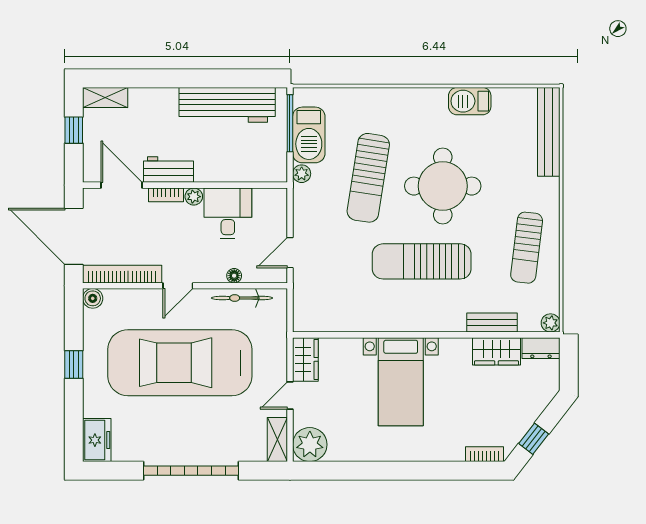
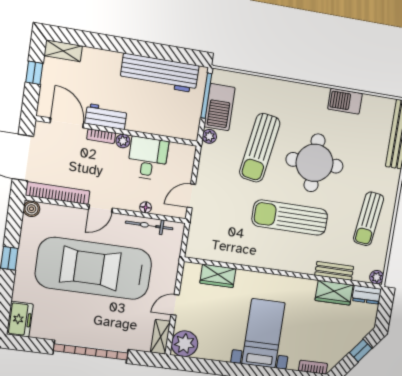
wardrobe: (305, 359) -> (218, 276), moved, turned 90
bed with nightstands: (401, 382) -> (263, 333), moved, turned 180
window: (534, 439) -> (361, 351), moved

